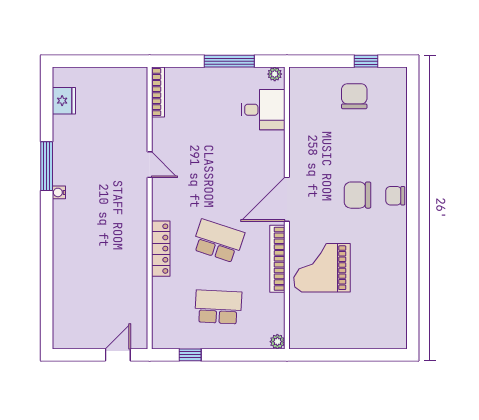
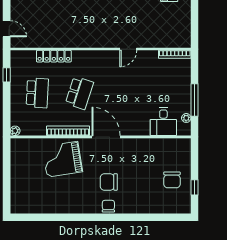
plant: (275, 74) -> (186, 118), moved
chair: (354, 96) -> (172, 180), turned 90
chair: (358, 195) -> (109, 182), turned -90
locker: (161, 249) -> (54, 56), moved
grand piano: (322, 268) -> (62, 159), turned -99

